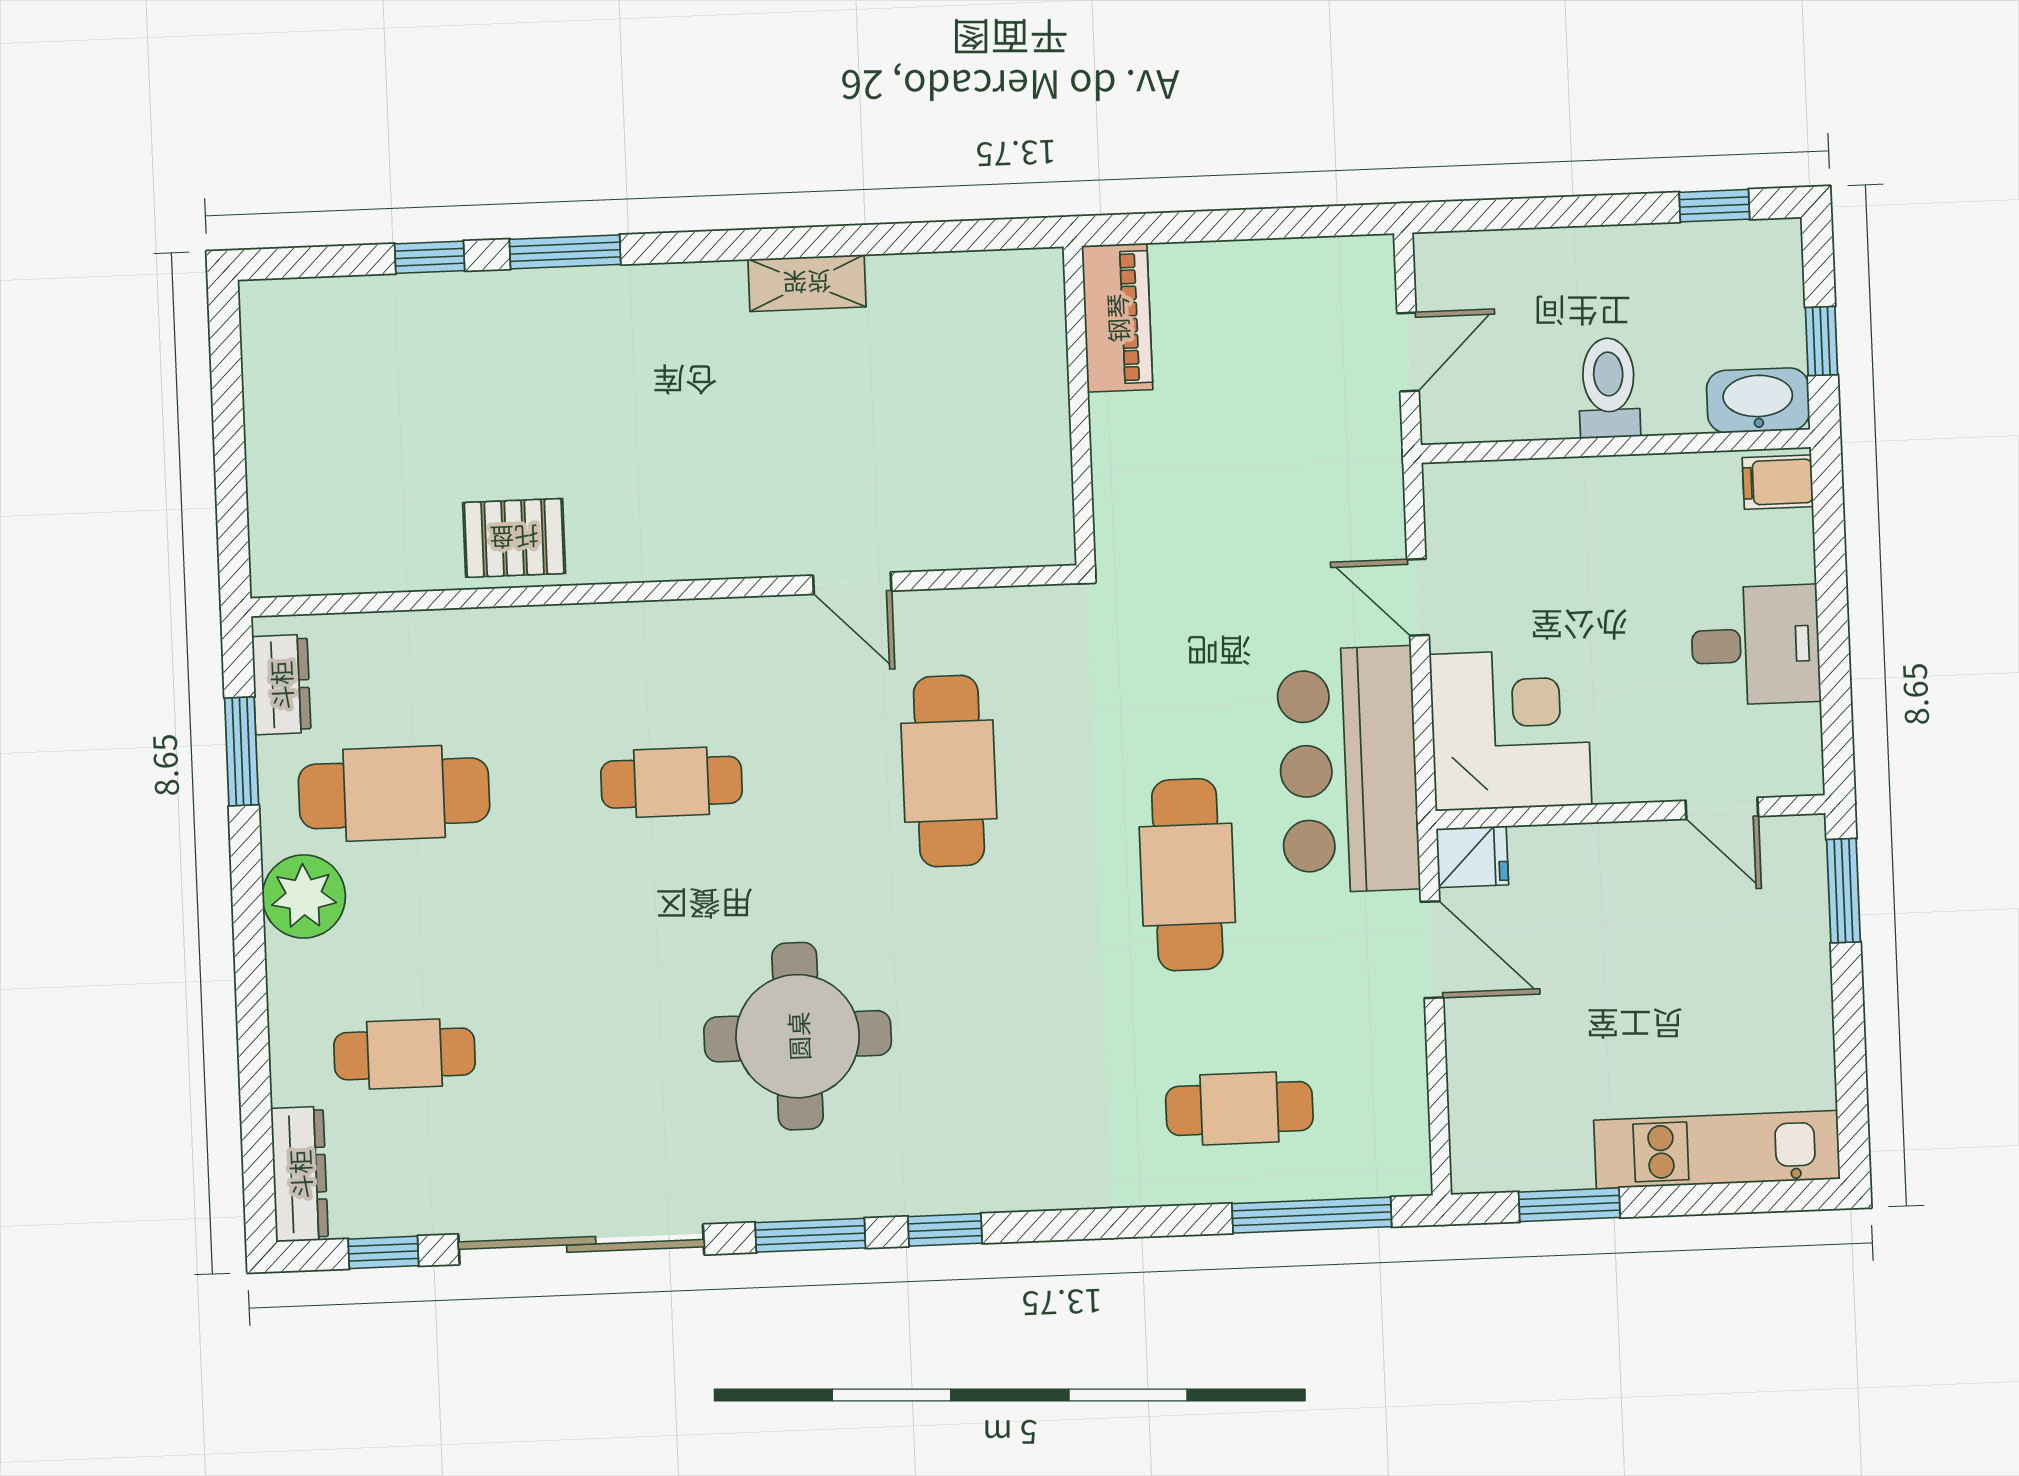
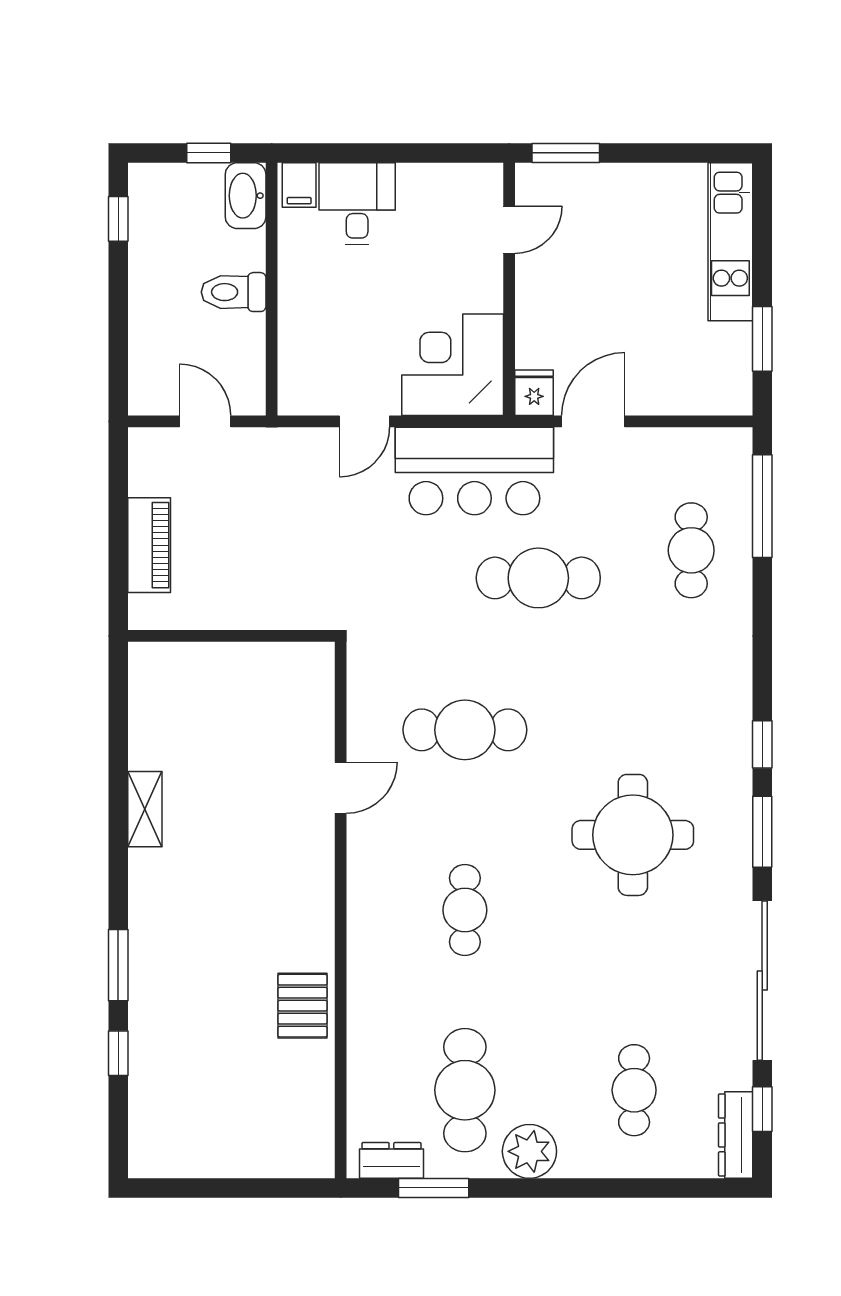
piano: (1117, 318) -> (149, 545), moved, turned 90
desk: (1755, 645) -> (357, 204), moved
dresser: (300, 1174) -> (736, 1135), moved, turned -90

